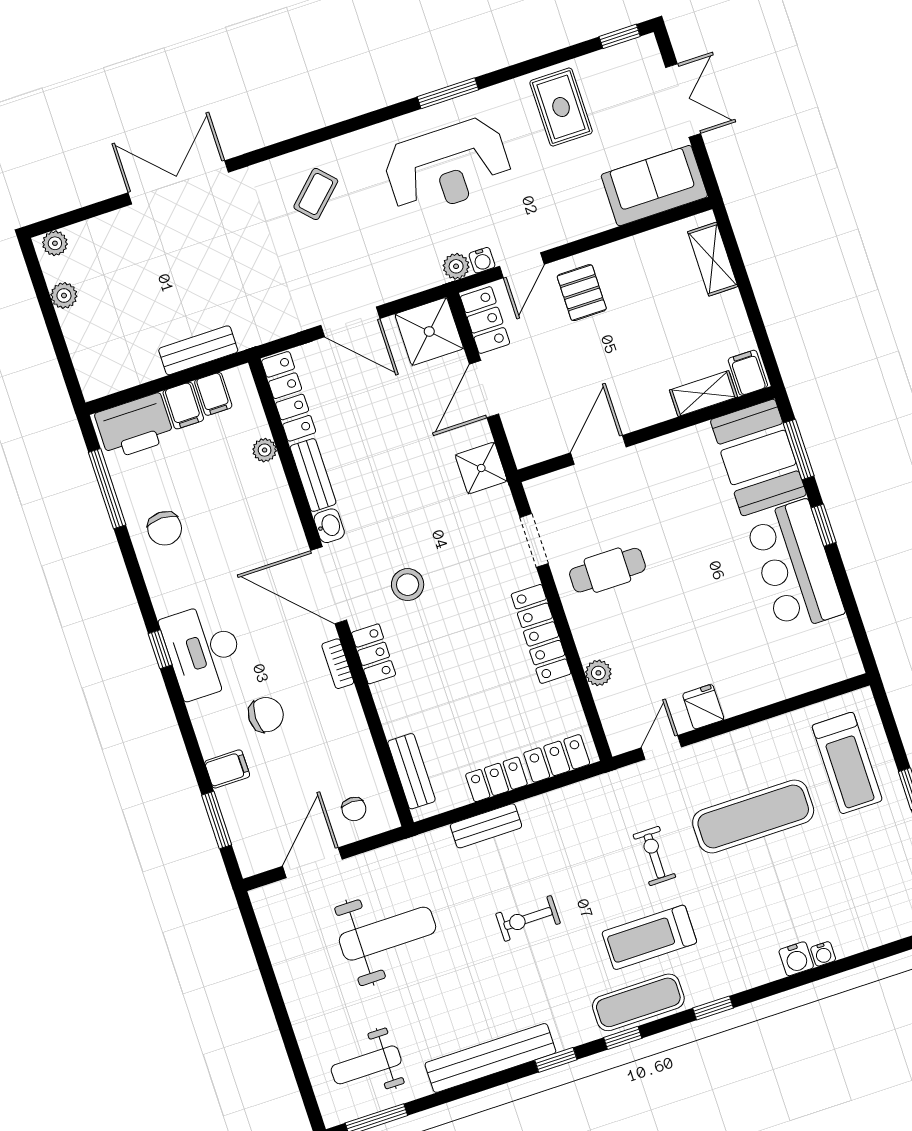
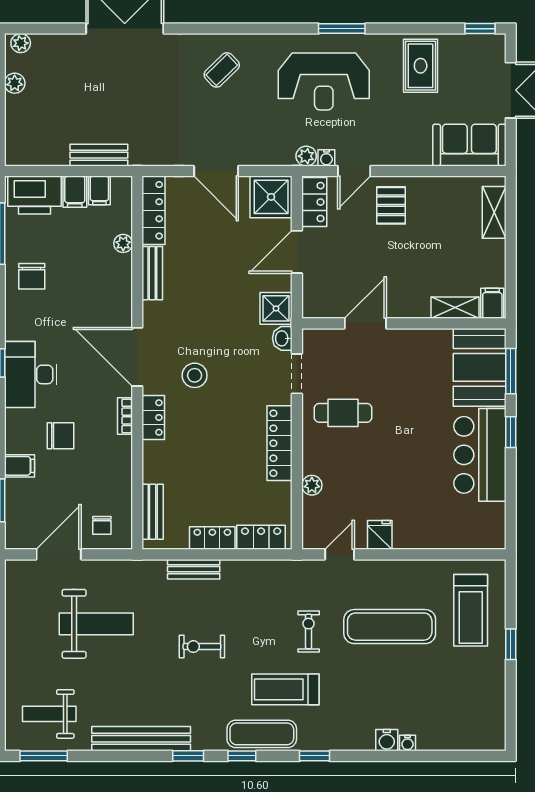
washbasin: (329, 526) -> (282, 338), moved, turned 180

